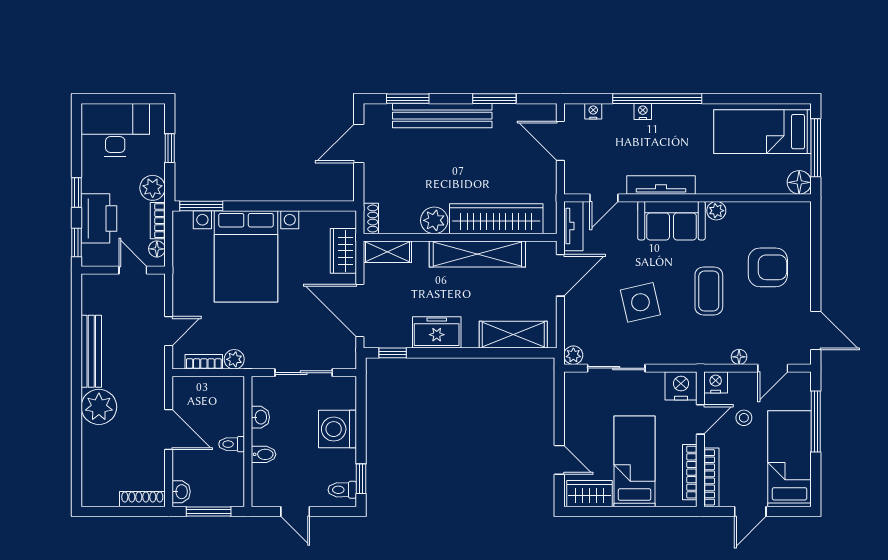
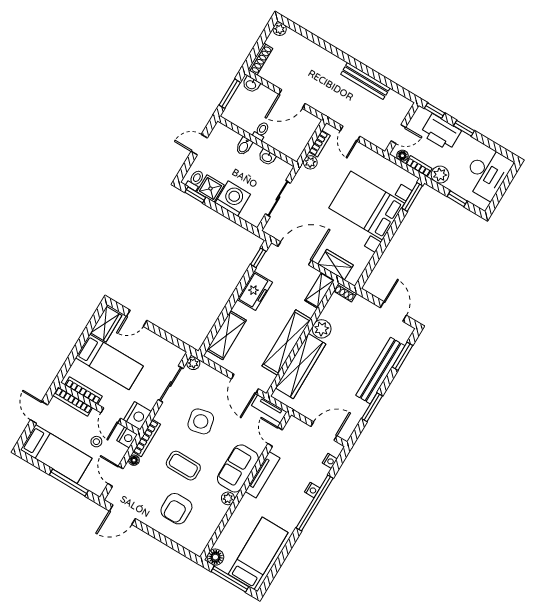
bookcase: (702, 357) -> (147, 438), added
plant: (99, 407) -> (280, 29), moved, width x0.53, depth x0.53
shower: (342, 465) -> (211, 188), added

